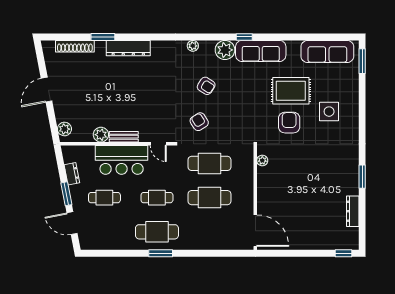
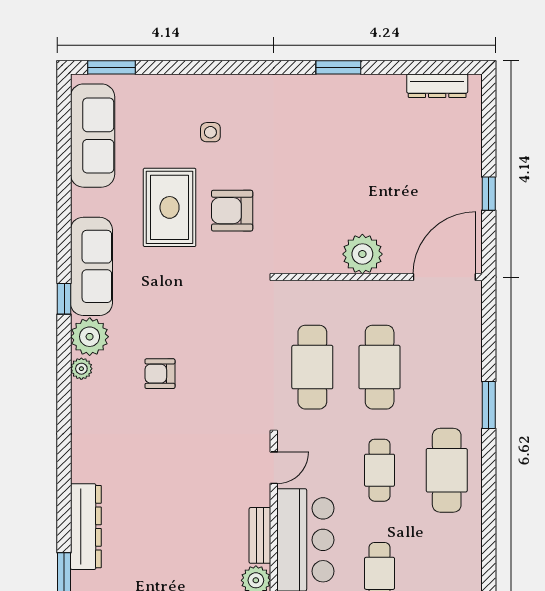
plant: (193, 46) -> (81, 369), moved
armchair: (206, 86) -> (160, 374), turned -123
side table: (329, 112) -> (210, 132), width x0.54, depth x0.54
armchair: (199, 122) -> (230, 387), removed
plant: (262, 160) -> (362, 254), moved, width x1.88, depth x1.88
dresser: (353, 211) -> (437, 86), moved
window: (161, 253) -> (489, 405), moved
window: (344, 253) -> (489, 194), moved

